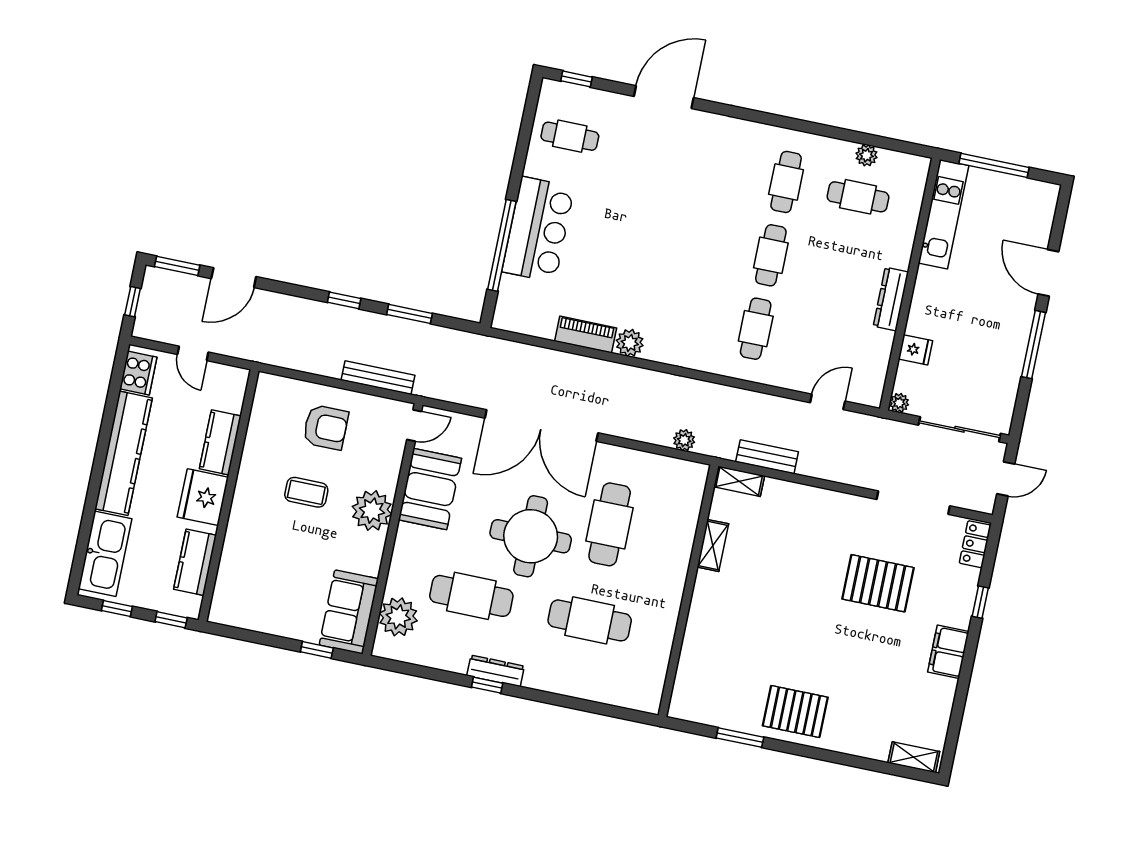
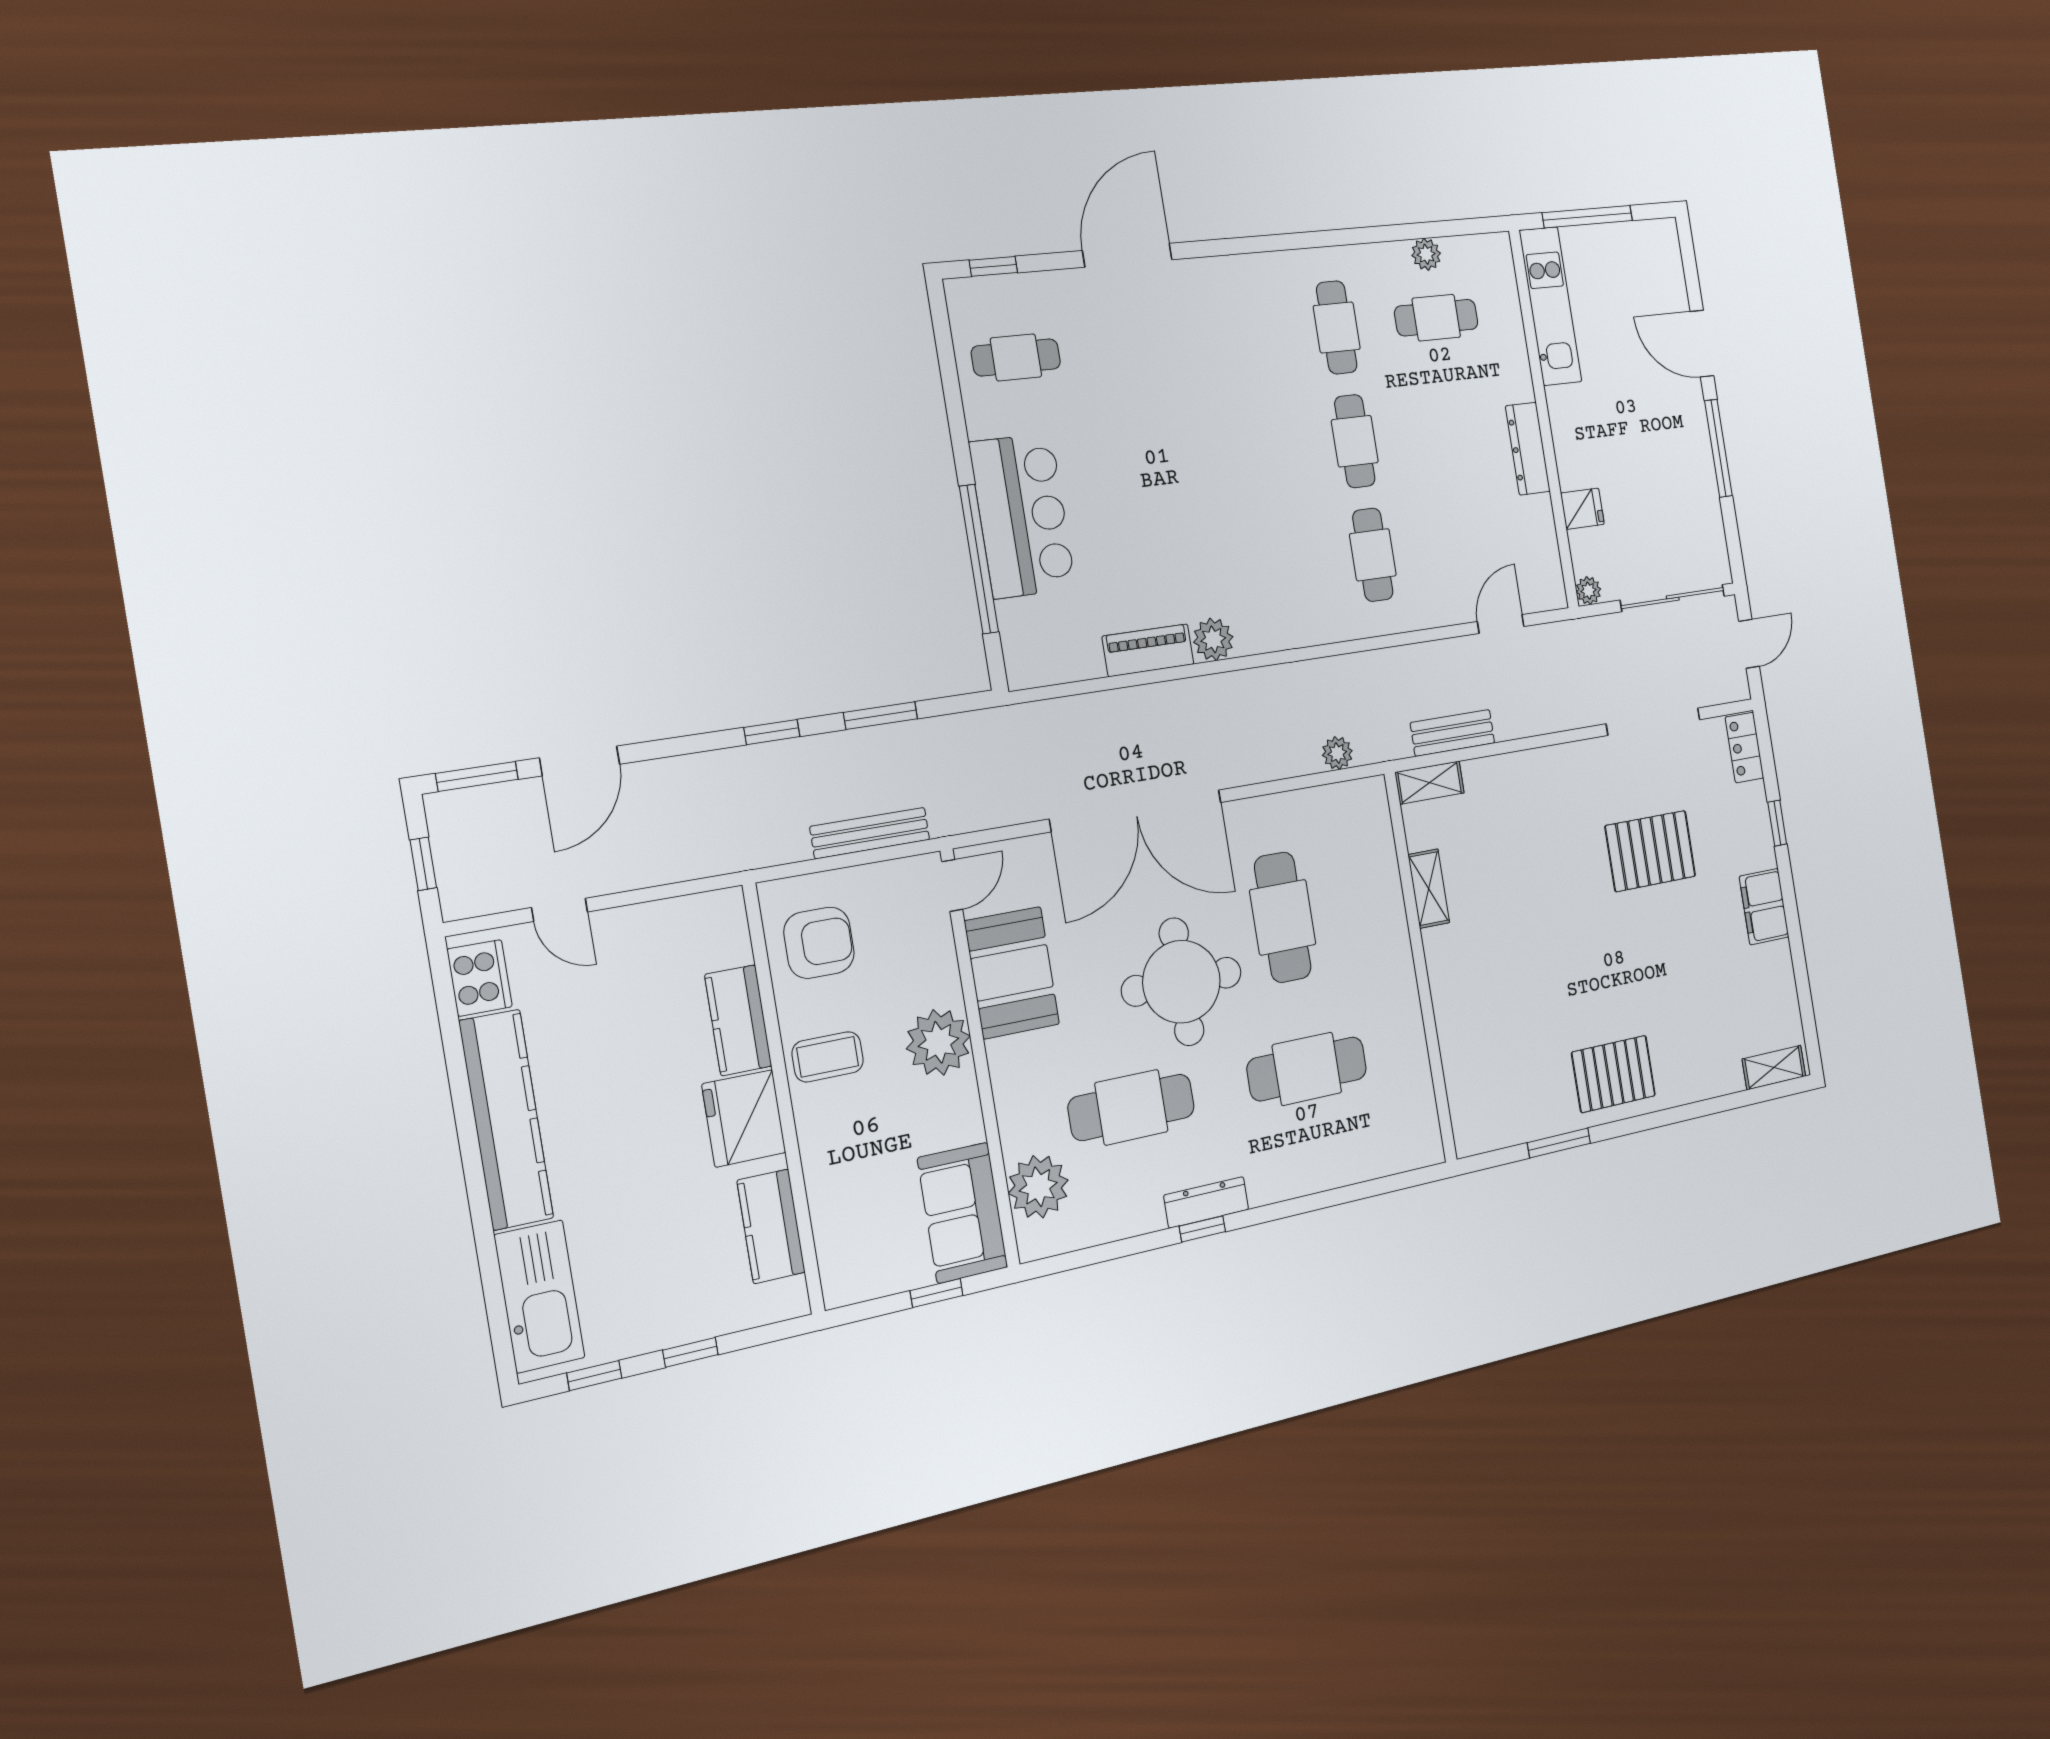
kitchen counter: (220, 442) -> (738, 1020), moved
wall: (229, 496) -> (784, 1098), moved
fridge: (203, 497) -> (744, 1118), moved
kitchen counter: (195, 562) -> (771, 1226), moved

